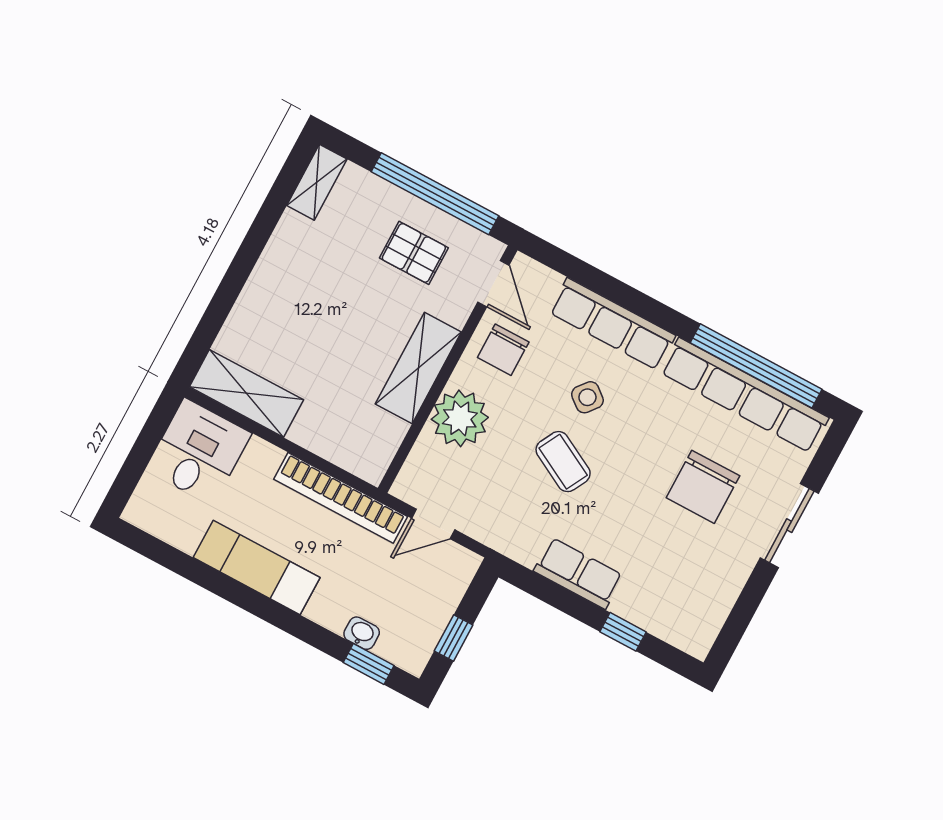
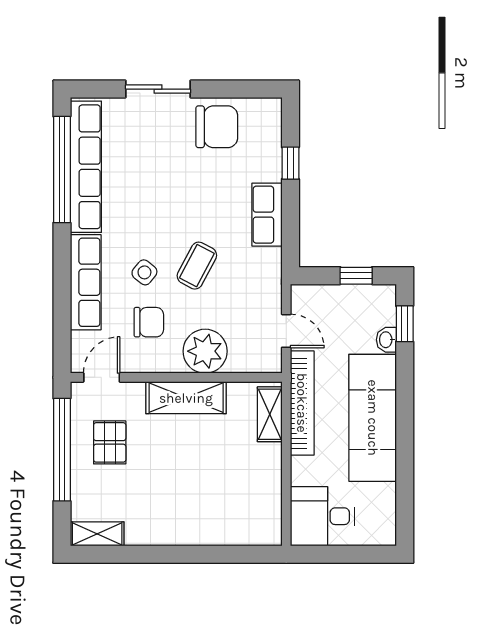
chair: (503, 350) -> (149, 322), moved
shelving: (246, 393) -> (270, 414), moved, width x0.67, depth x0.75
chair: (703, 487) -> (217, 127), moved
exam couch: (257, 568) -> (373, 418), width x1.36, depth x1.45

